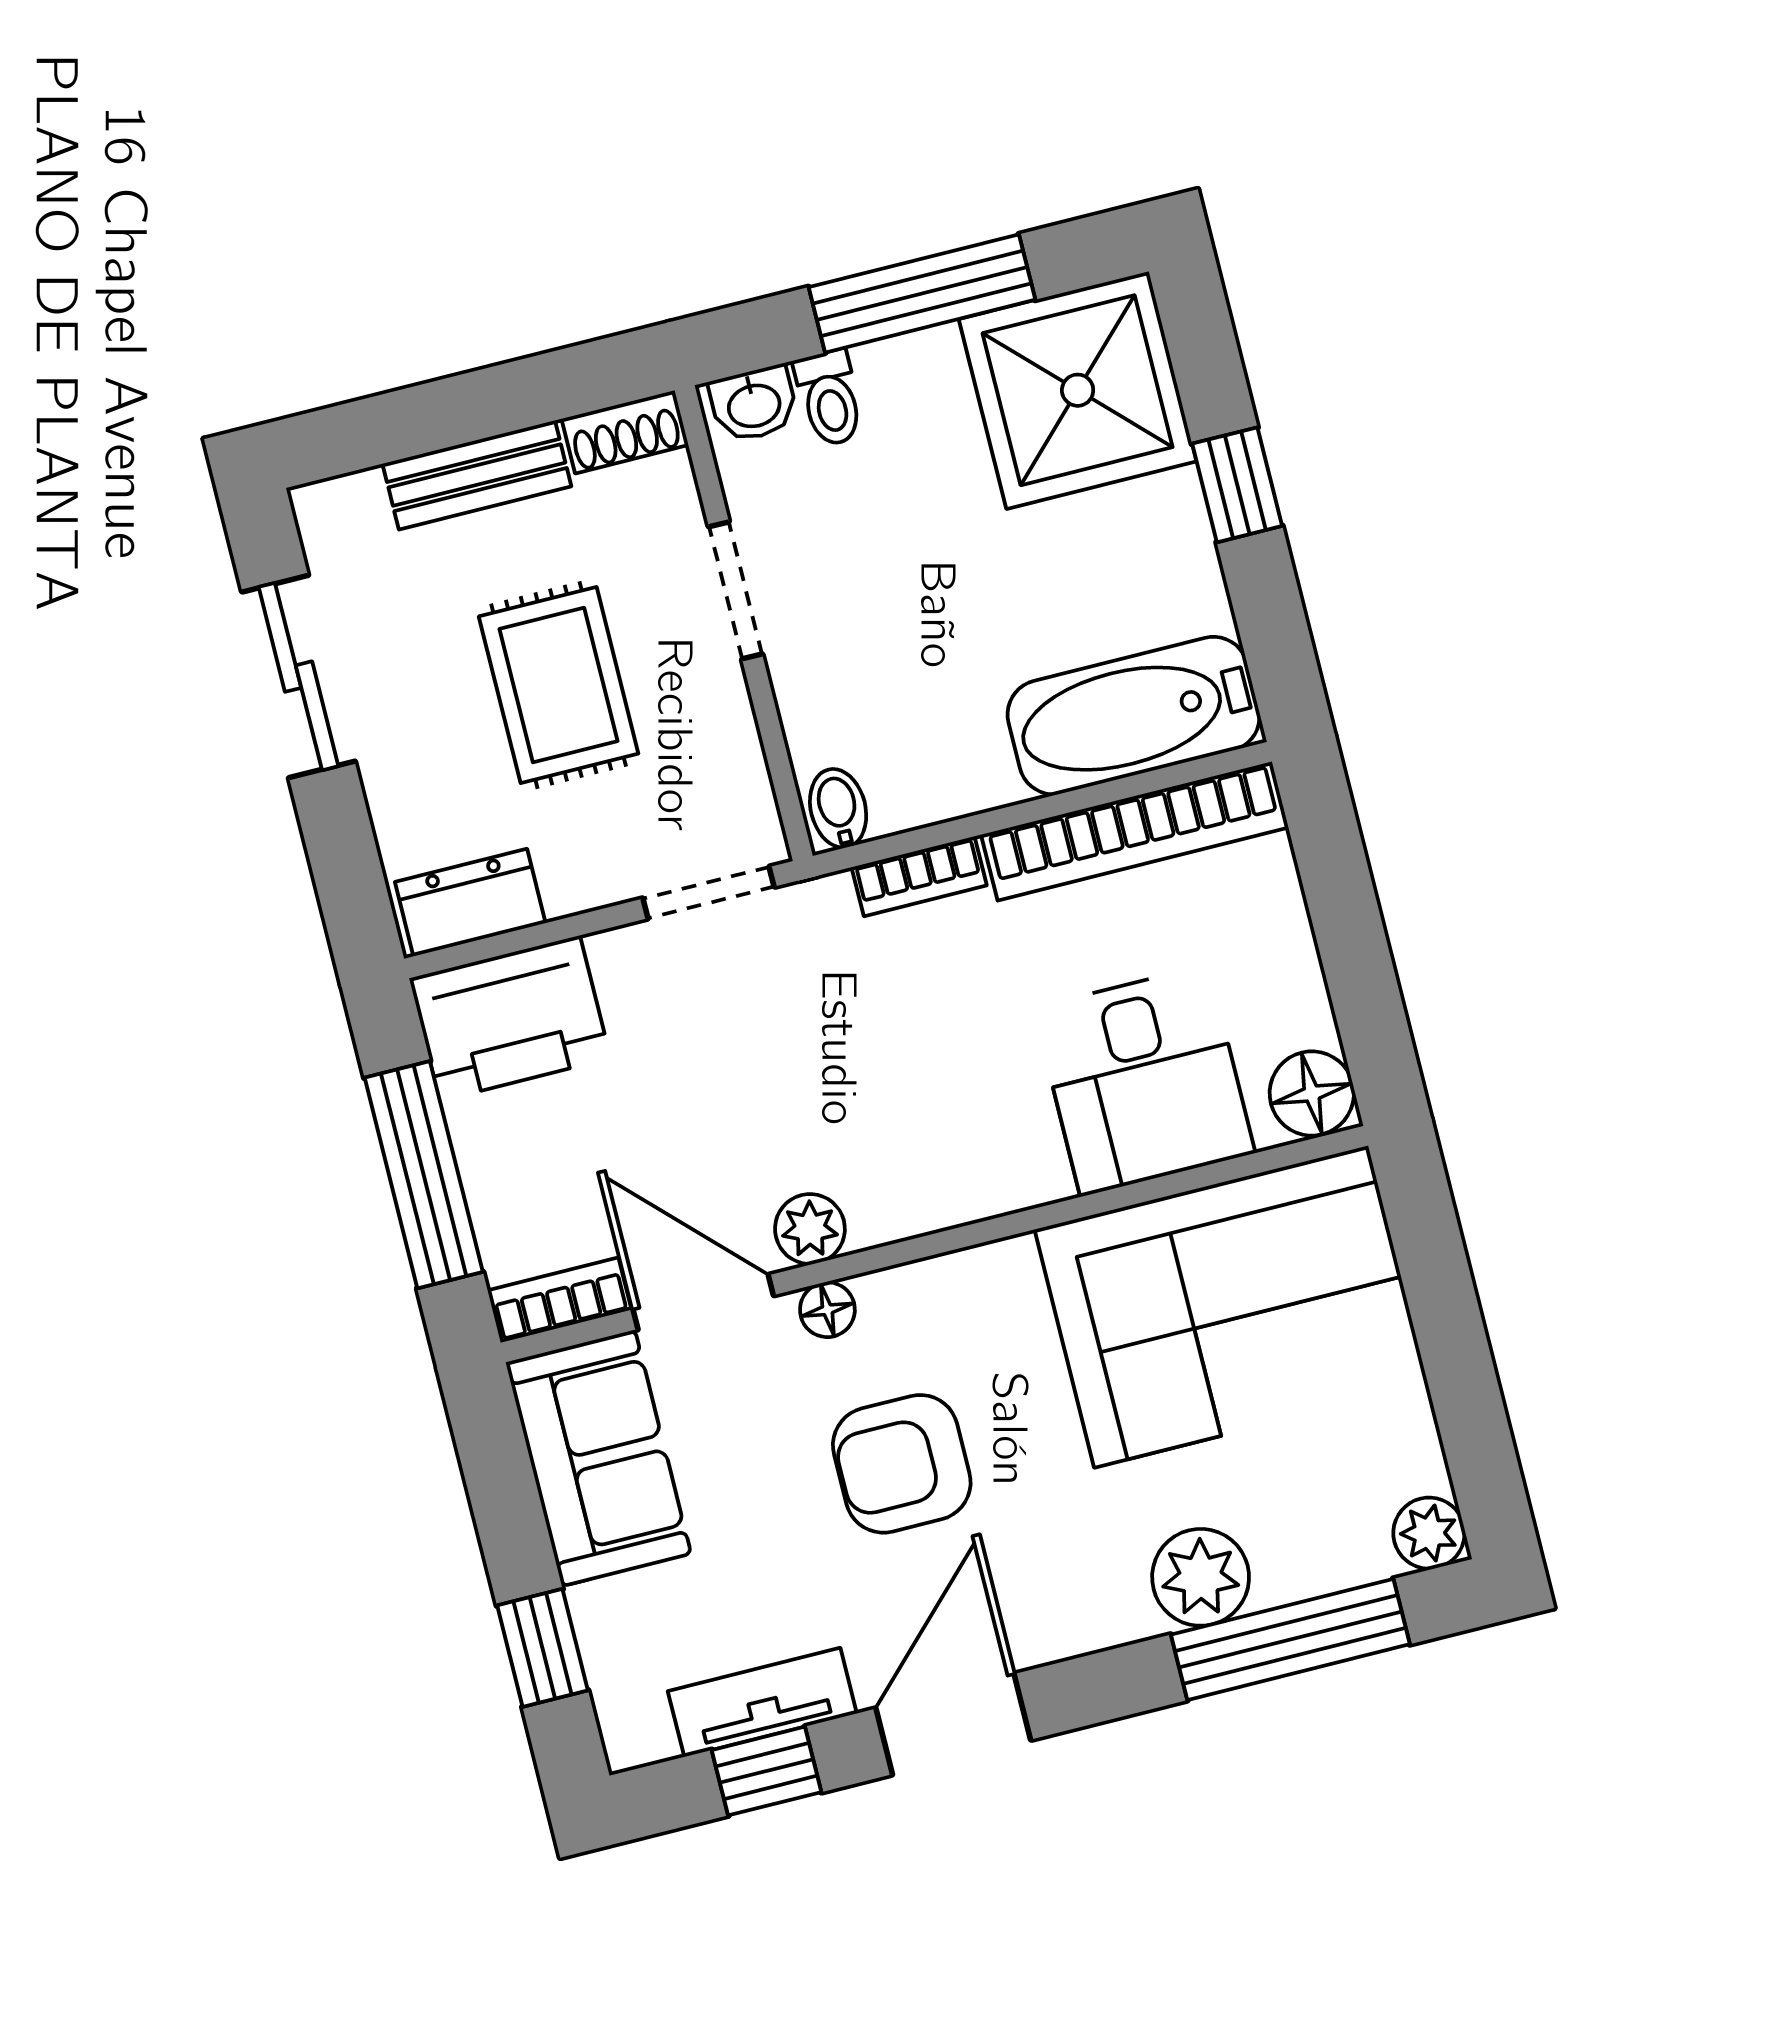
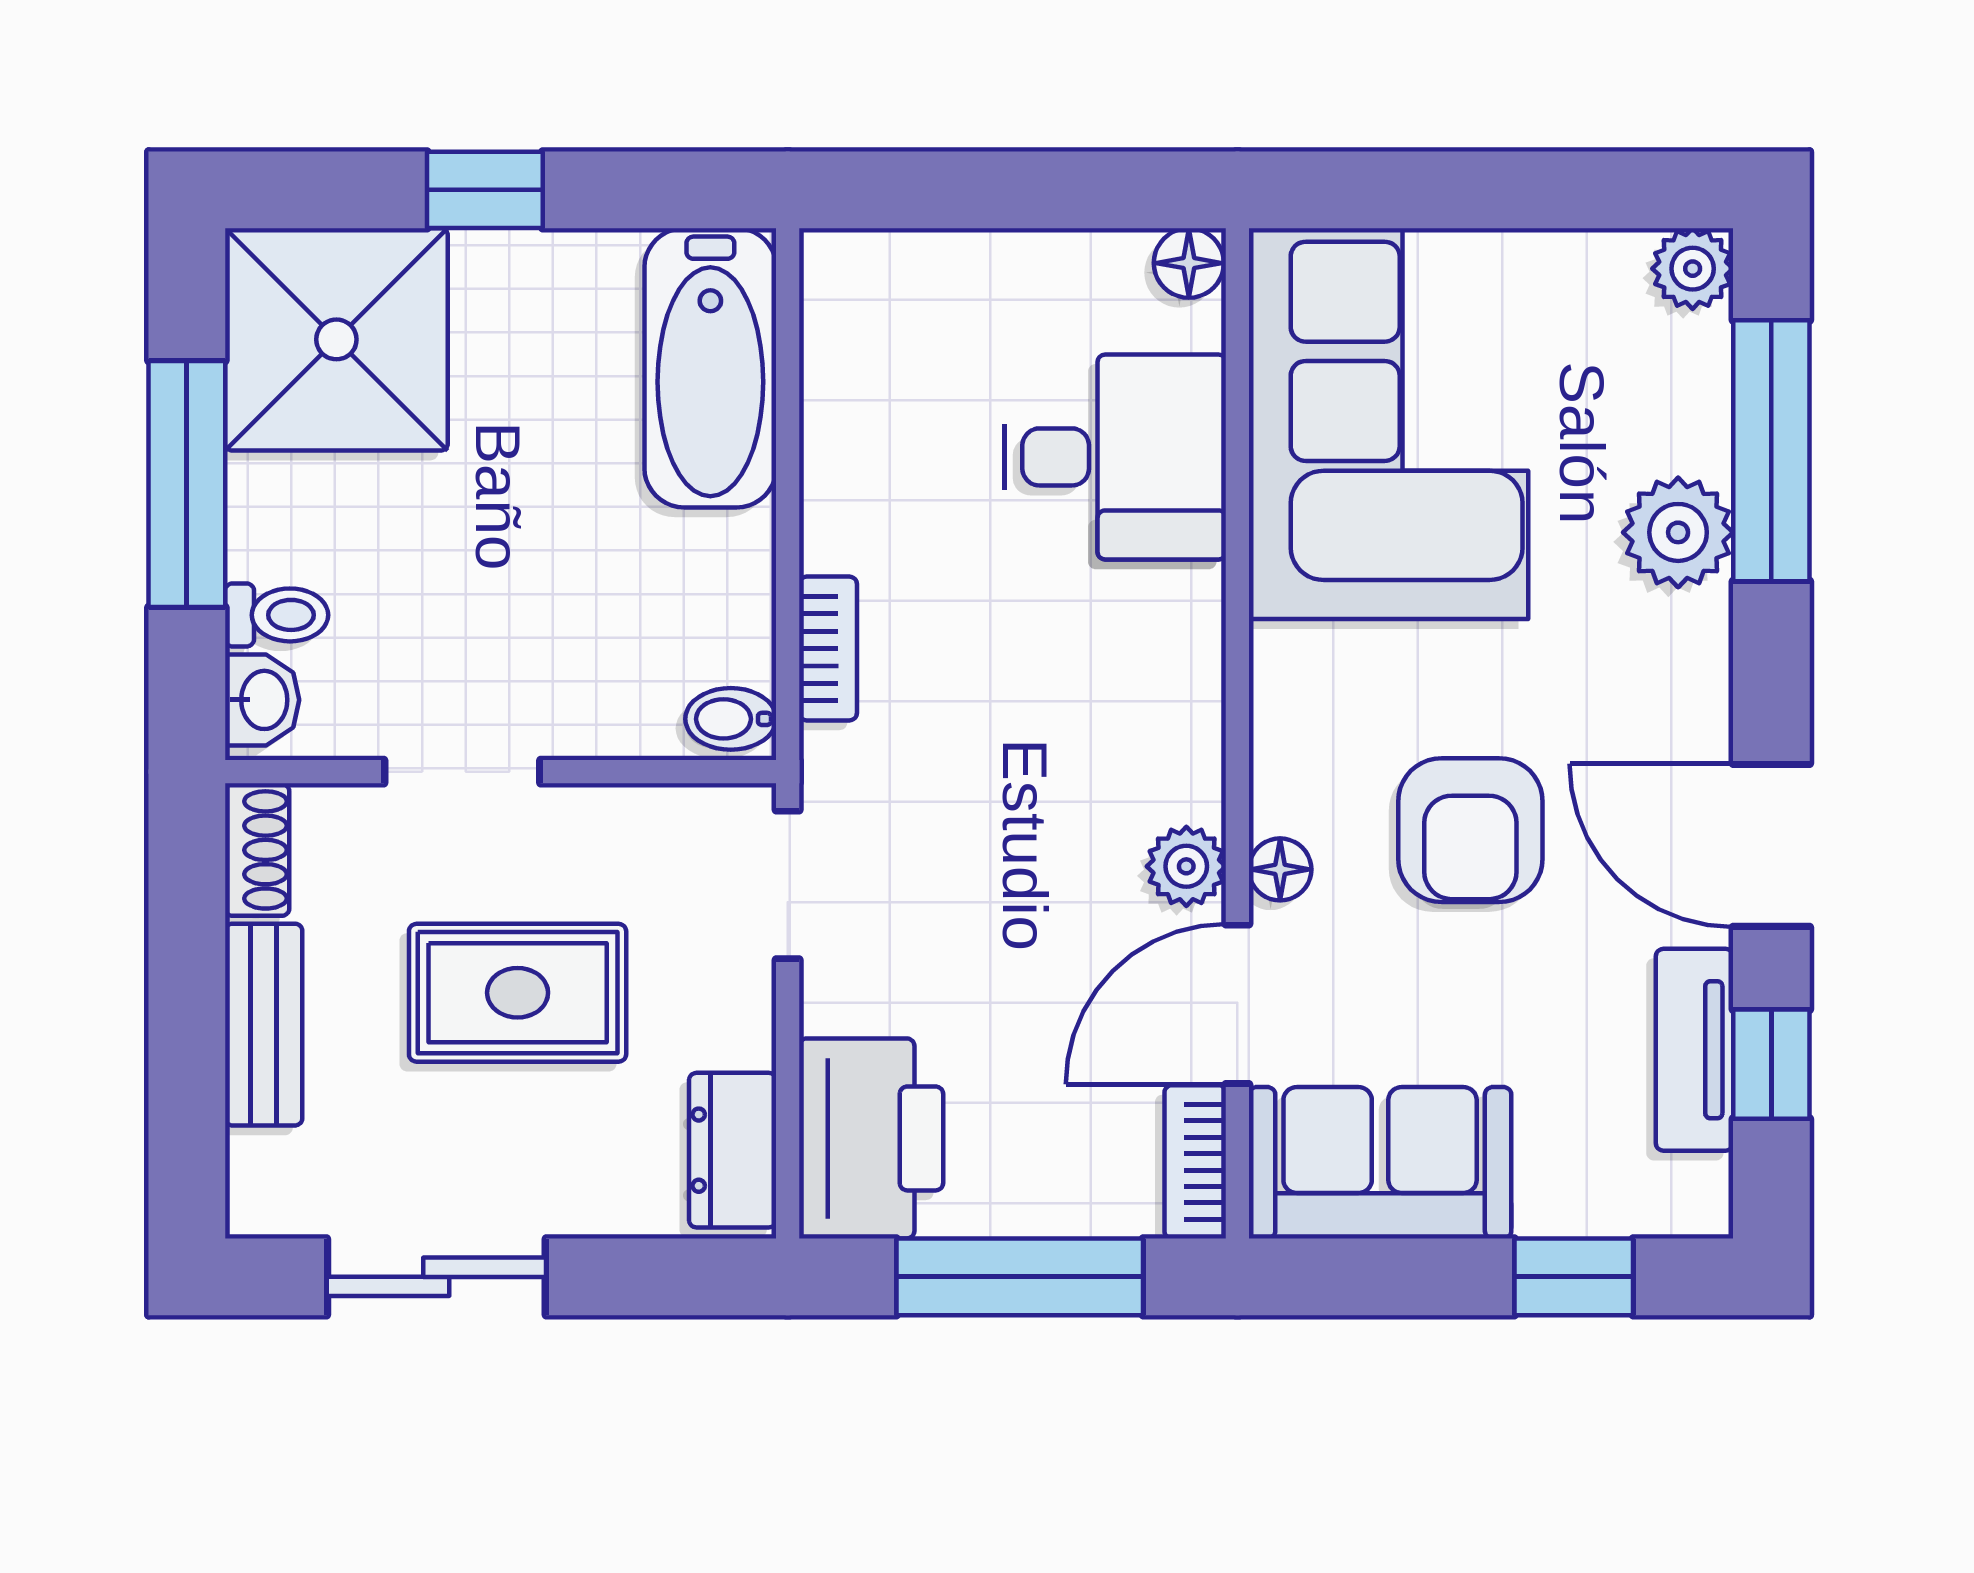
bookcase: (1135, 831) -> (838, 398), removed
floor lamp: (1312, 1093) -> (1189, 263), width x0.73, depth x0.73

